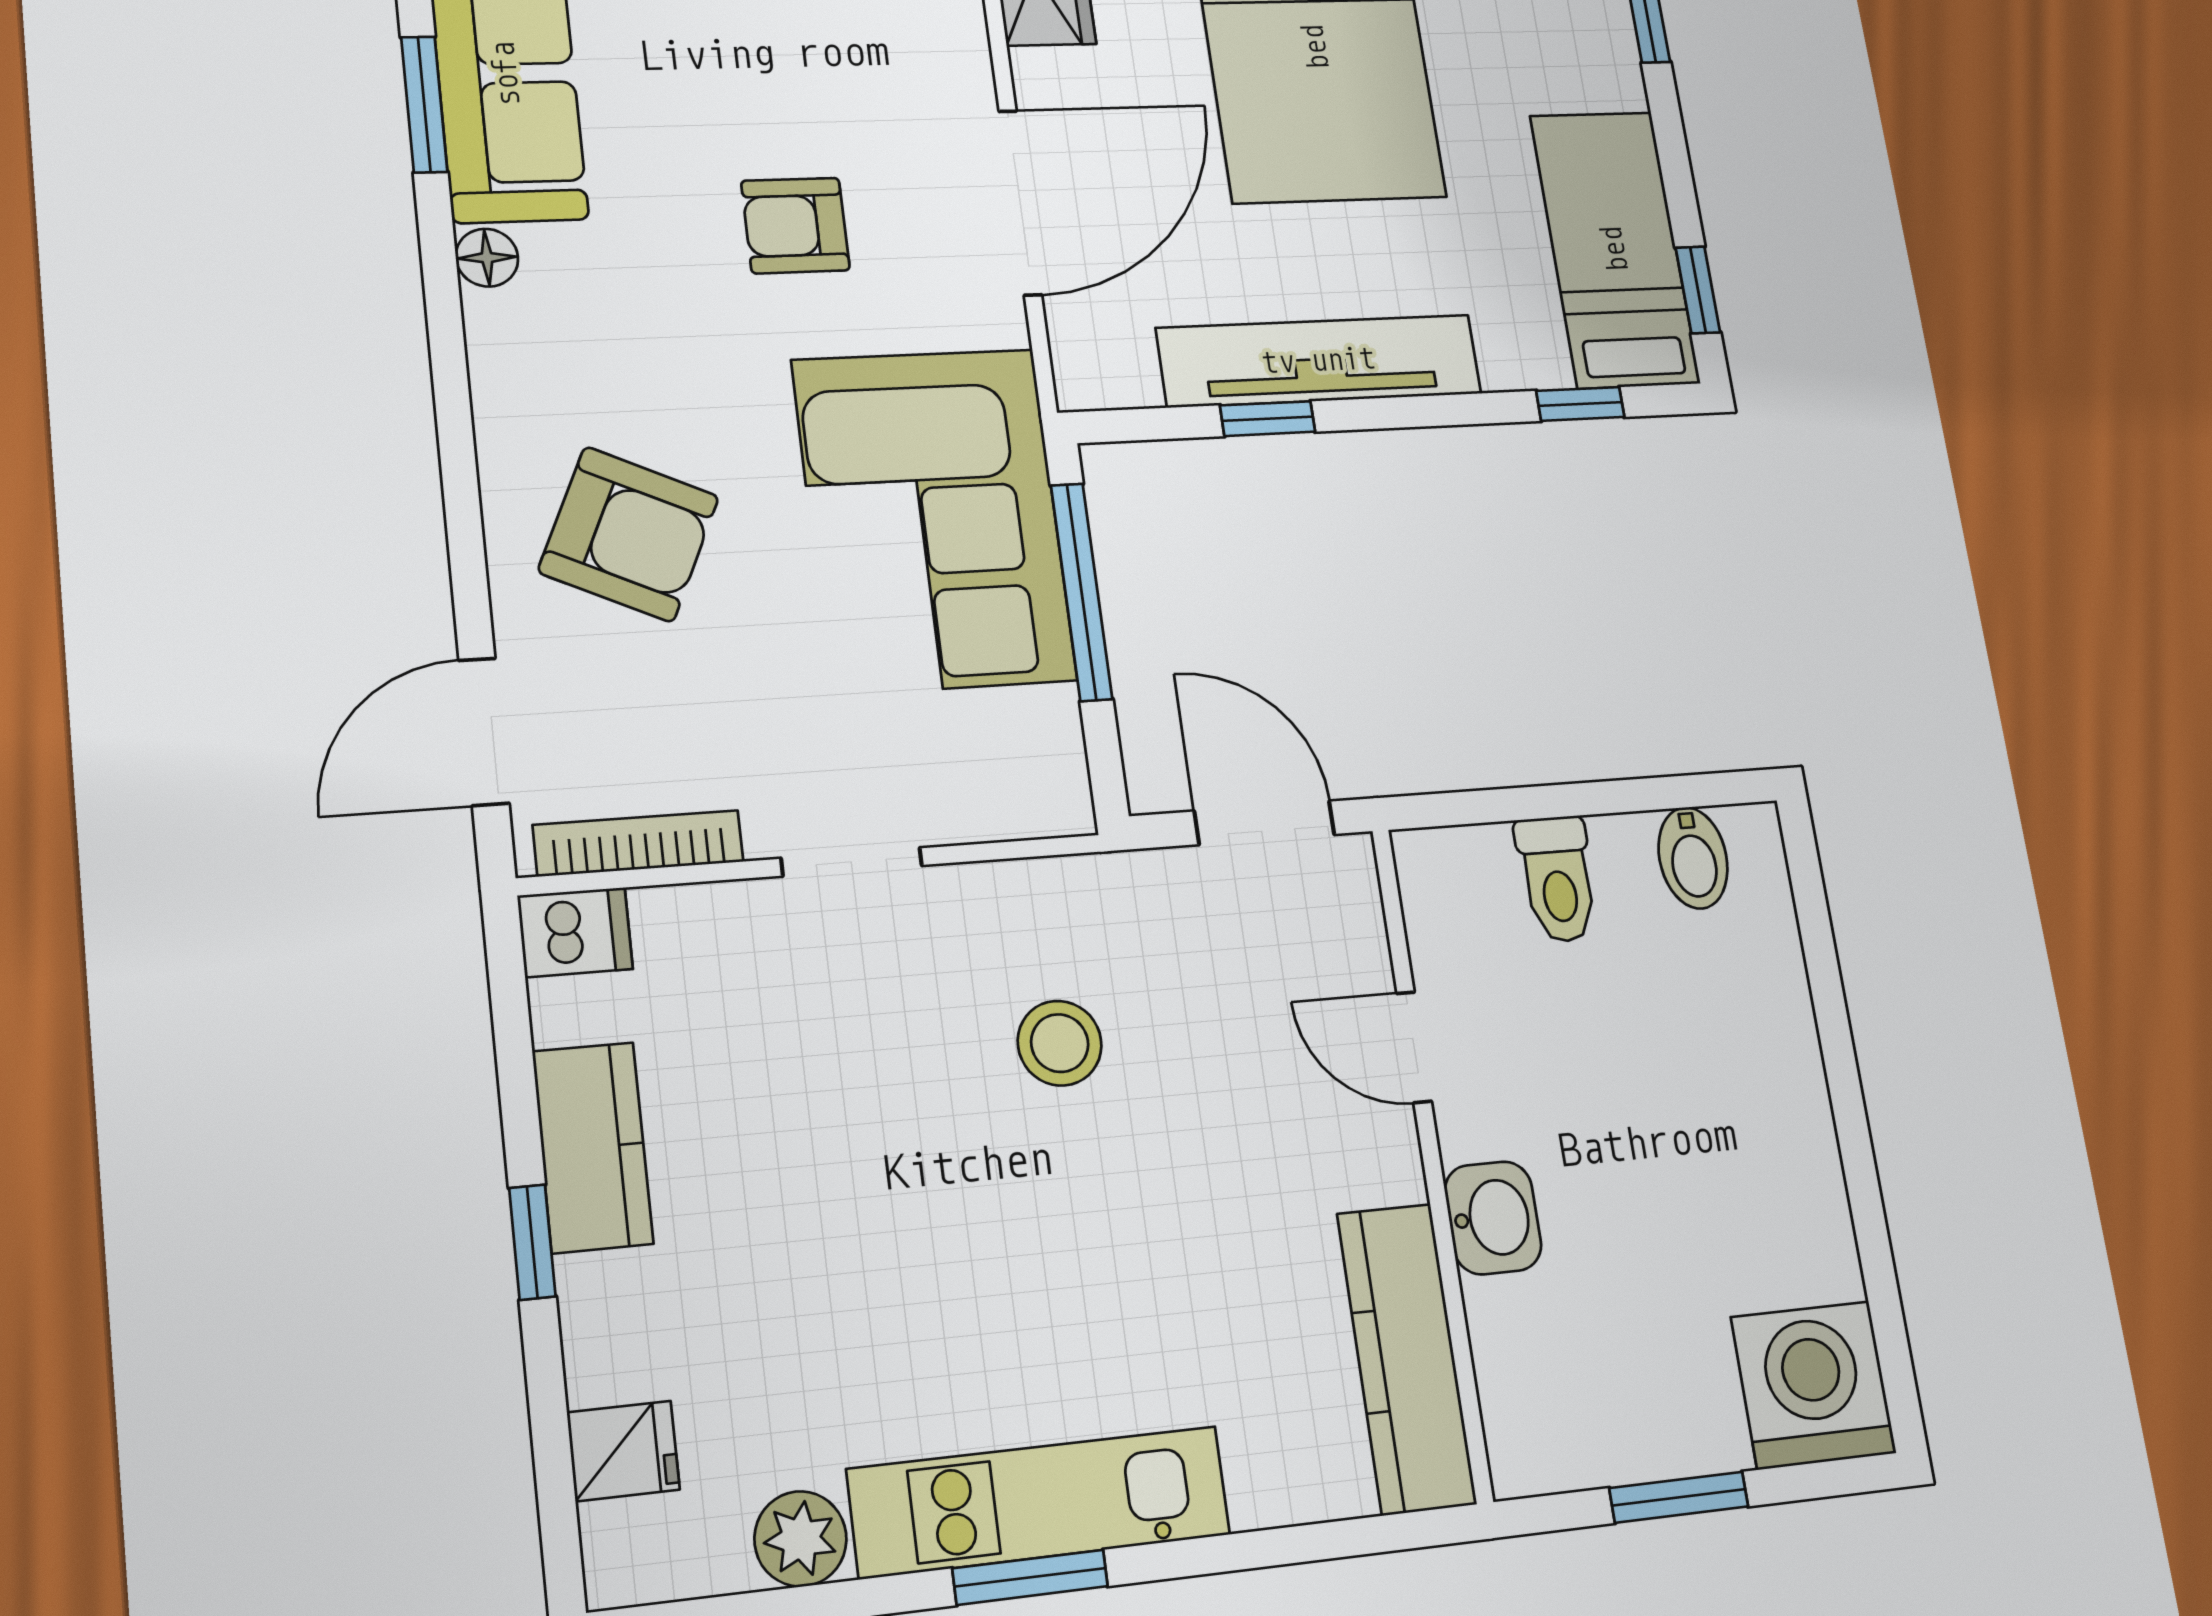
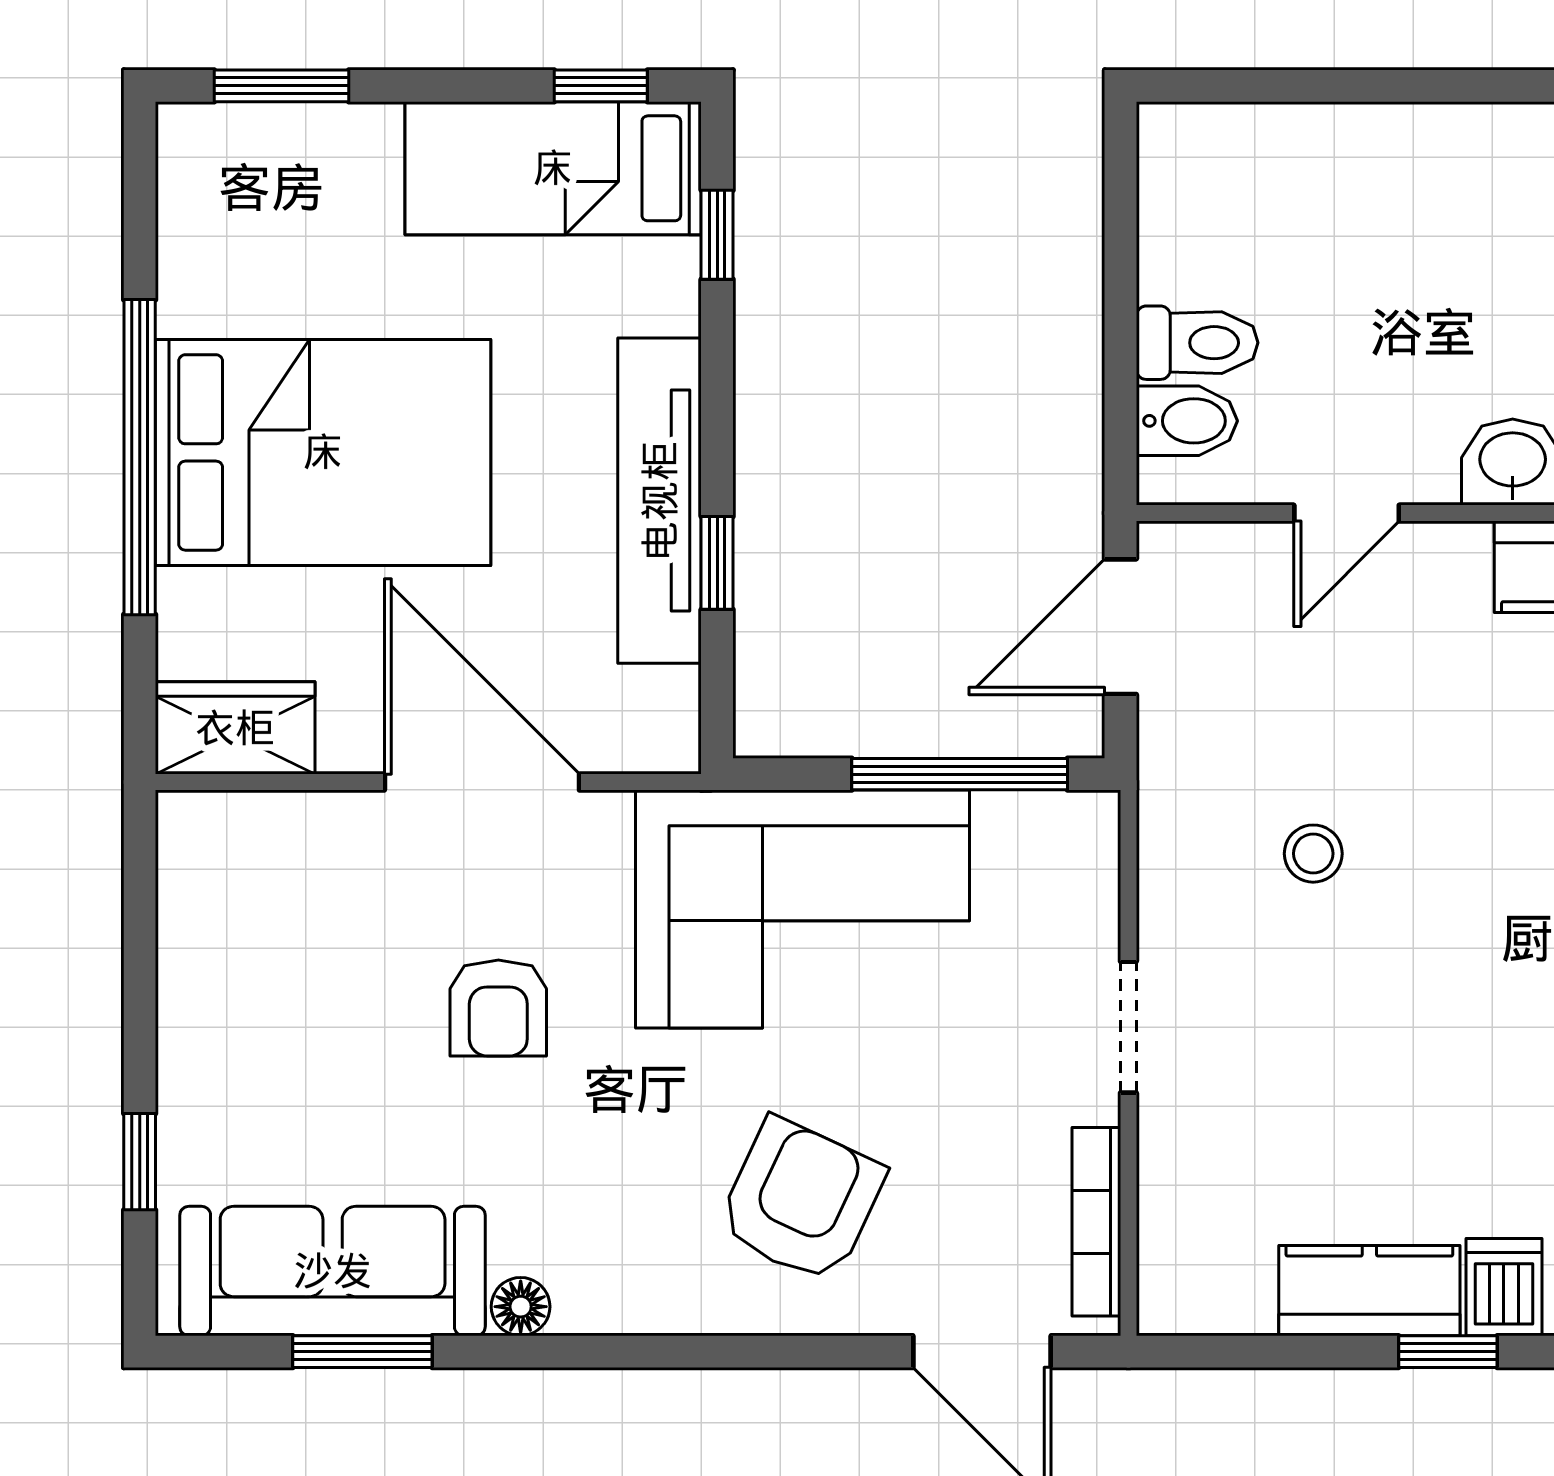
window: (1081, 592) -> (960, 774), moved
bidet: (1693, 858) -> (1187, 421), moved
dishwasher: (575, 932) -> (1504, 1287), moved
stool: (1060, 1043) -> (1313, 854), width x0.73, depth x0.73

